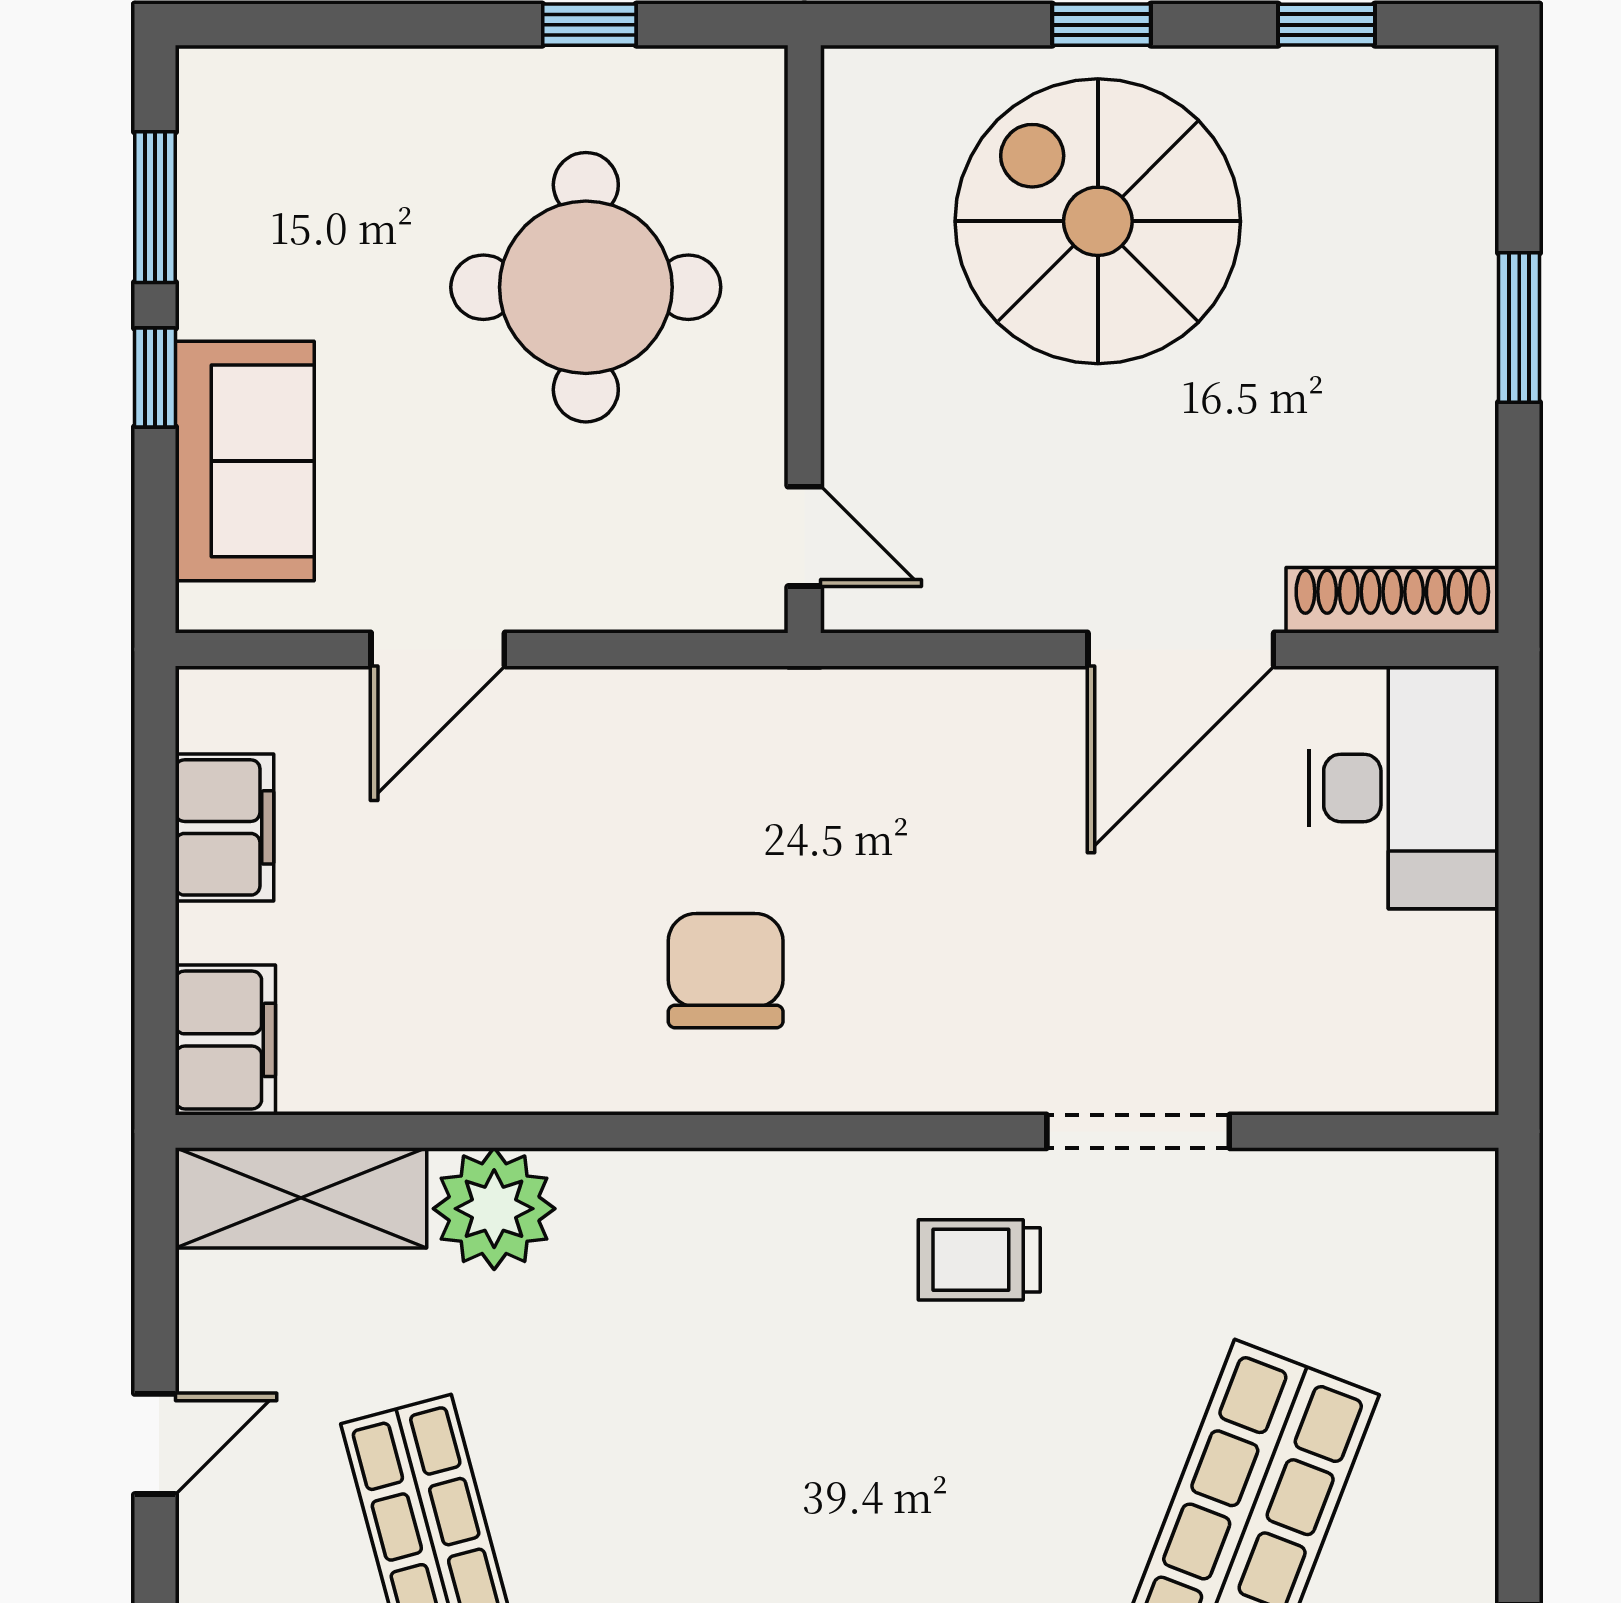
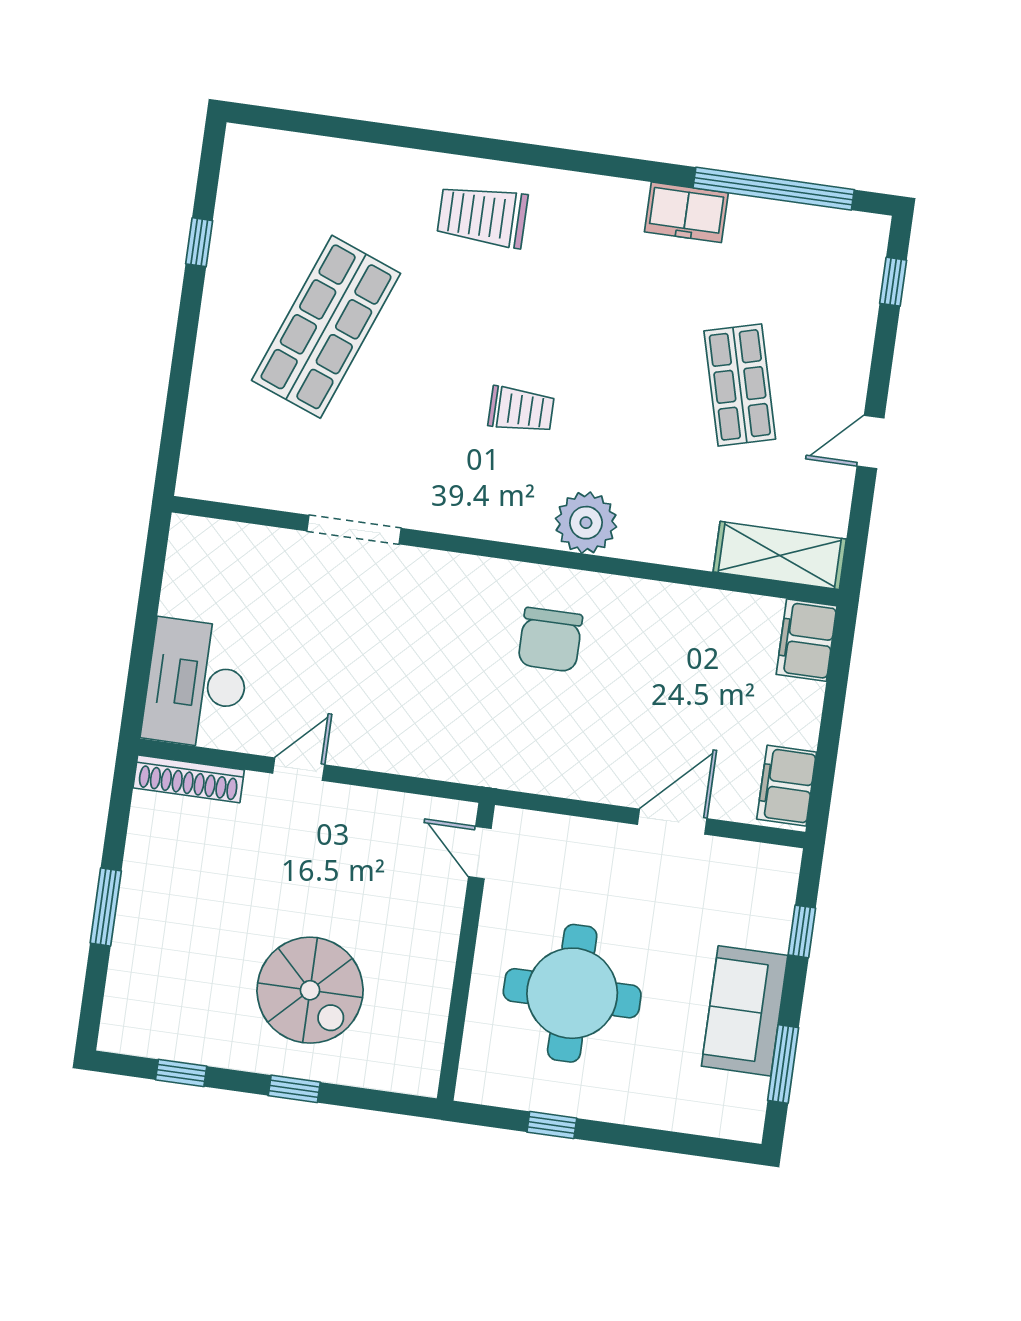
spiral stairs: (1098, 221) -> (310, 990), width x0.73, depth x0.73
window: (155, 378) -> (802, 931), moved
sofa: (245, 461) -> (745, 1011), moved
door: (1181, 649) -> (299, 769), width x0.53
filing cabinet: (225, 827) -> (787, 786), moved
plant: (494, 1209) -> (586, 523), moved
trolley: (979, 1260) -> (521, 410), moved

